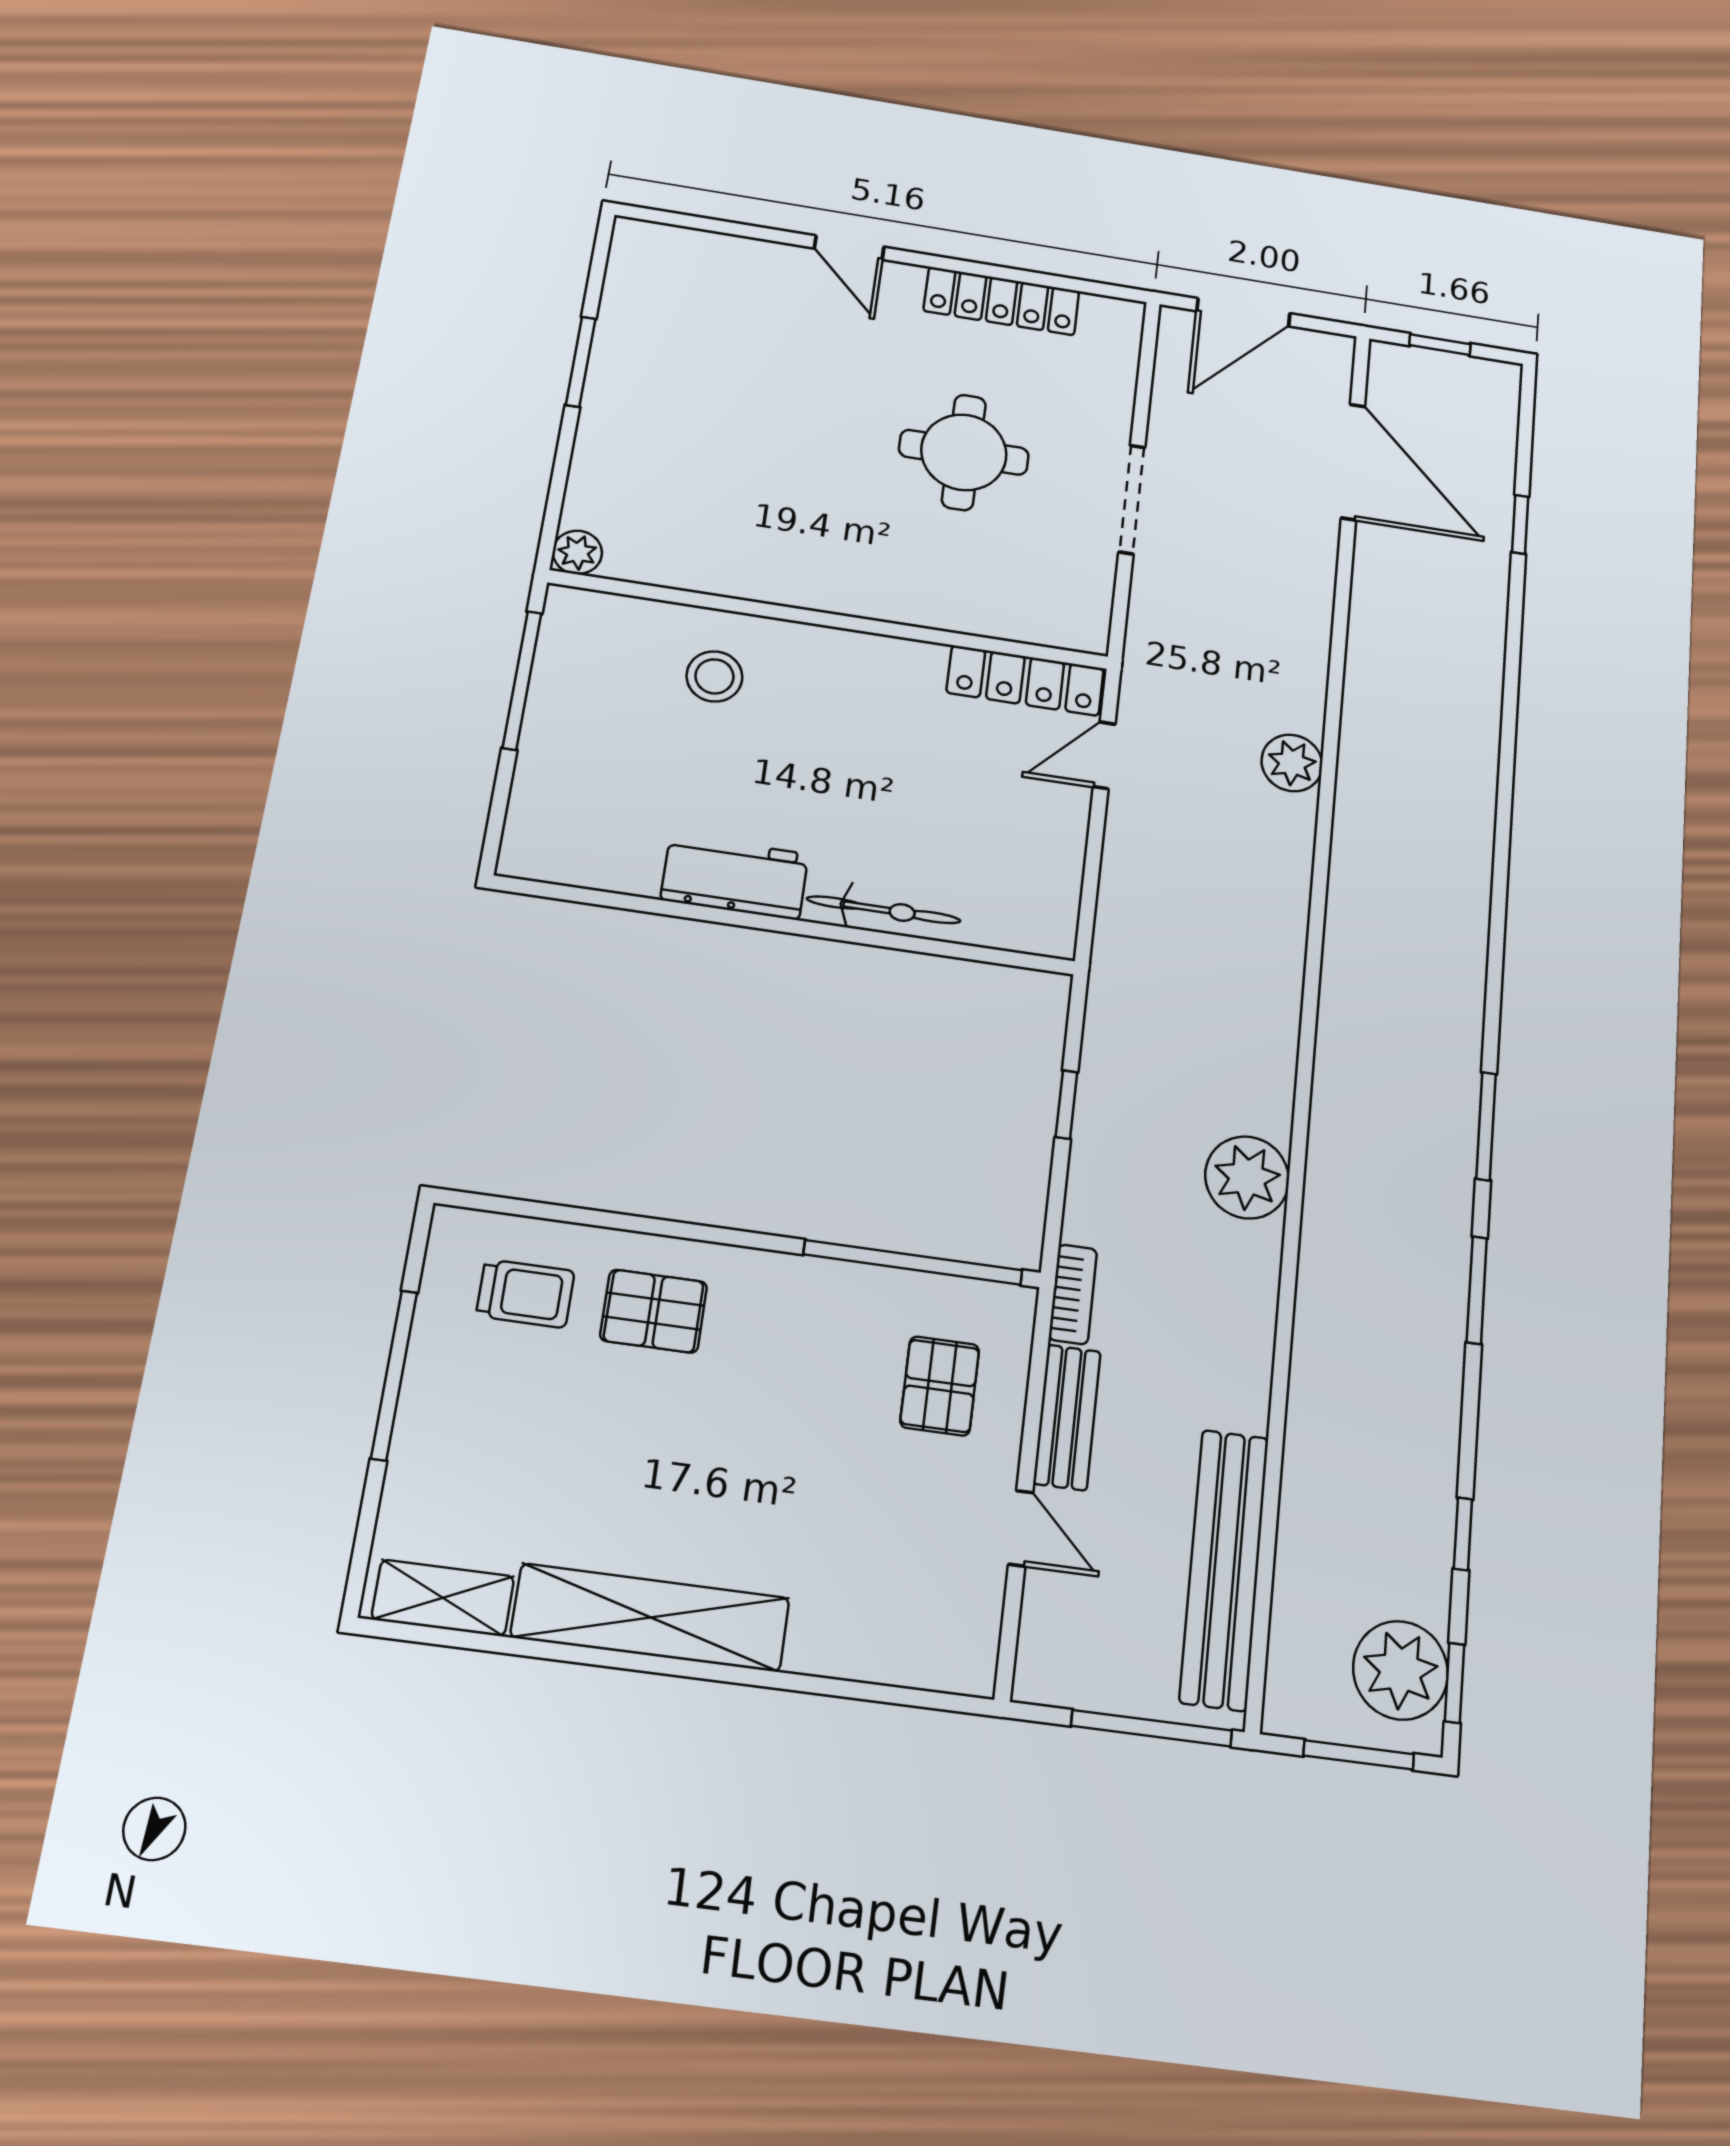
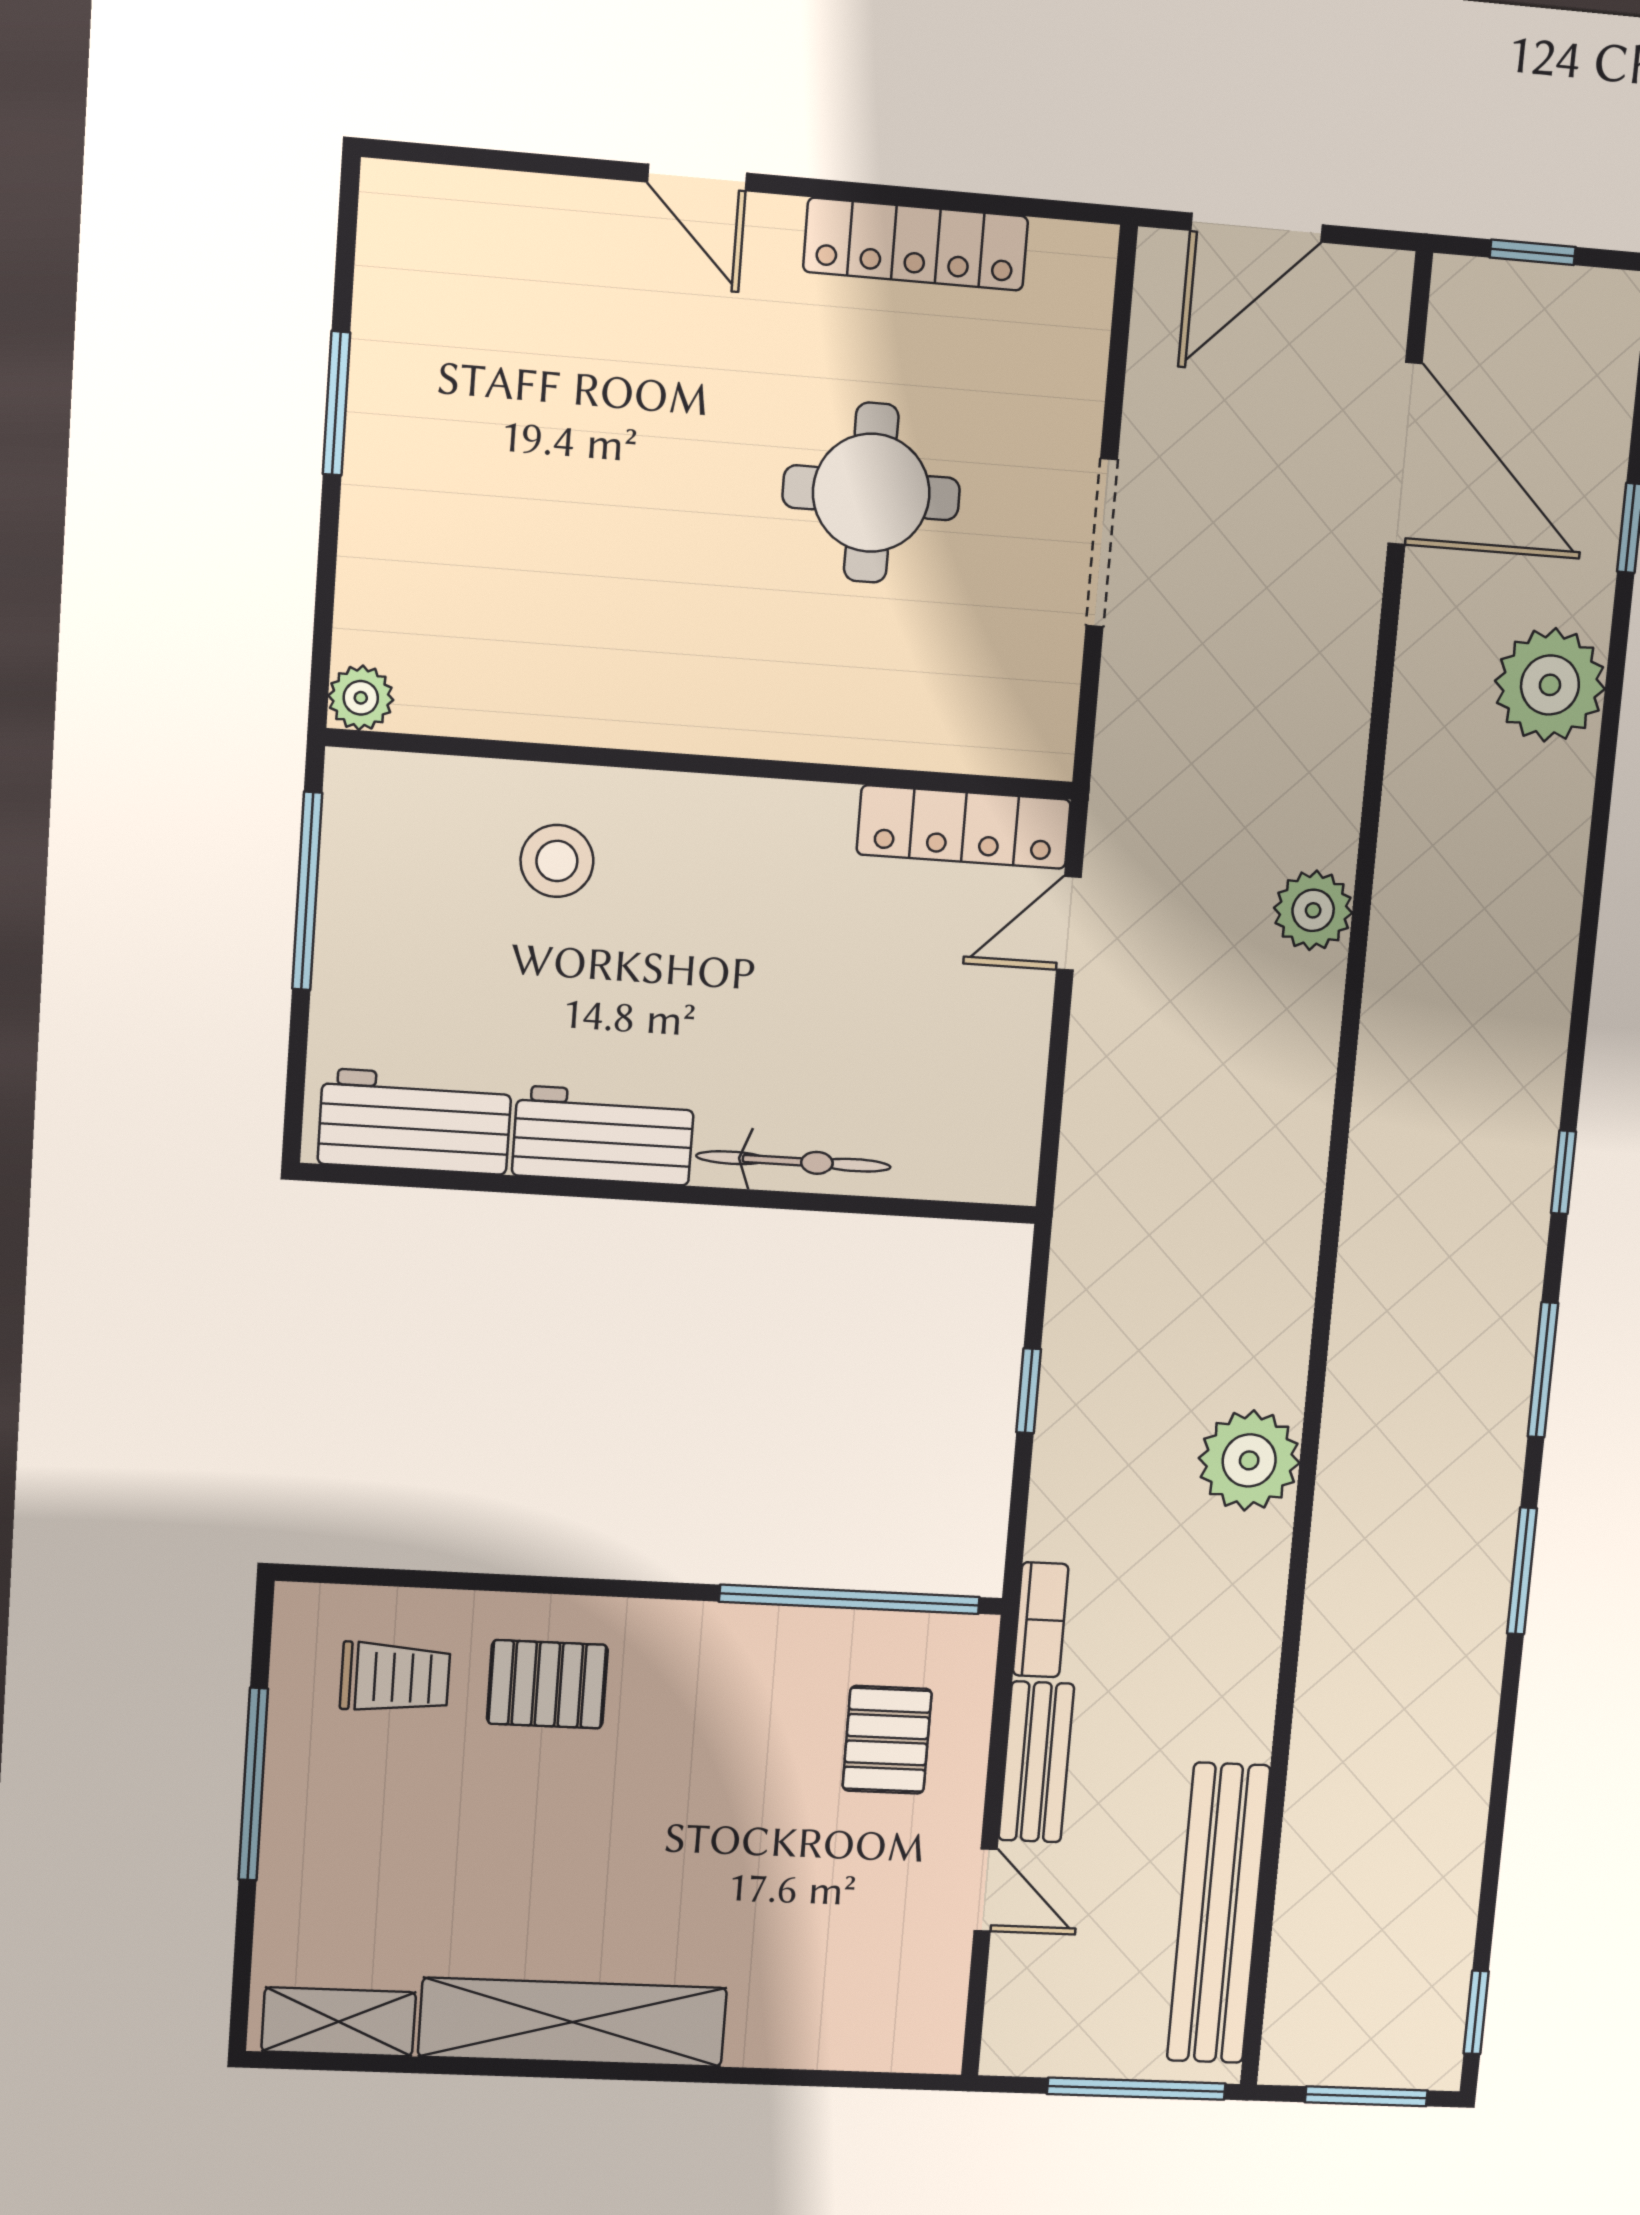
workbench: (587, 853) -> (415, 1122), added
window: (1463, 1534) -> (1563, 1172), moved
plant: (1400, 1670) -> (1550, 685), moved

